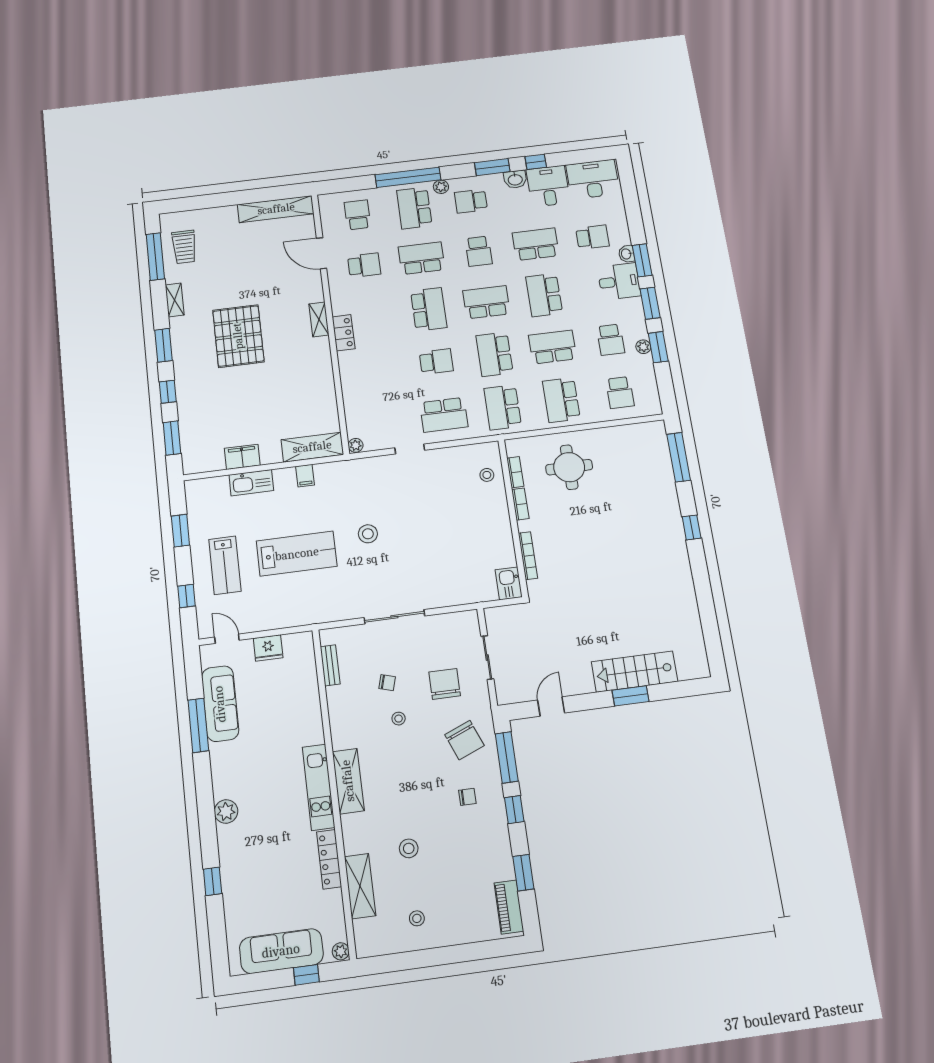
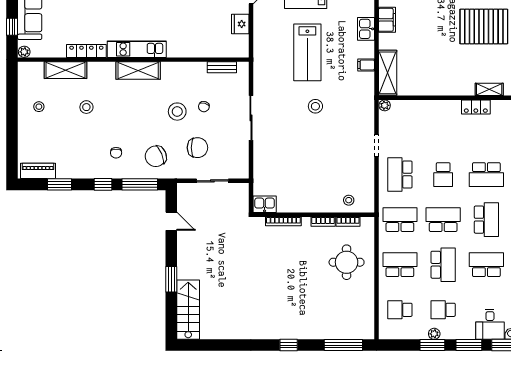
kitchen sink: (251, 483) -> (366, 29), width x0.73
stairs: (635, 672) -> (188, 310), moved
stool: (399, 719) -> (177, 112), width x1.89, depth x1.89

